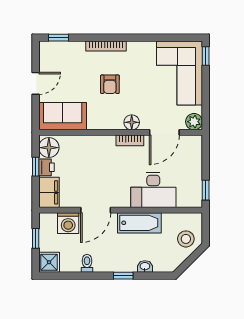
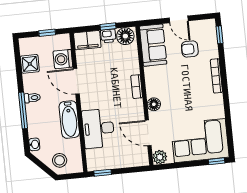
armchair: (110, 84) -> (190, 49), moved
bookcase: (130, 140) -> (137, 87), moved
shower: (49, 262) -> (30, 64), moved
toilet: (87, 263) -> (32, 98), moved
washbasin: (145, 266) -> (34, 144), moved
window: (123, 276) -> (23, 110), width x2.17

